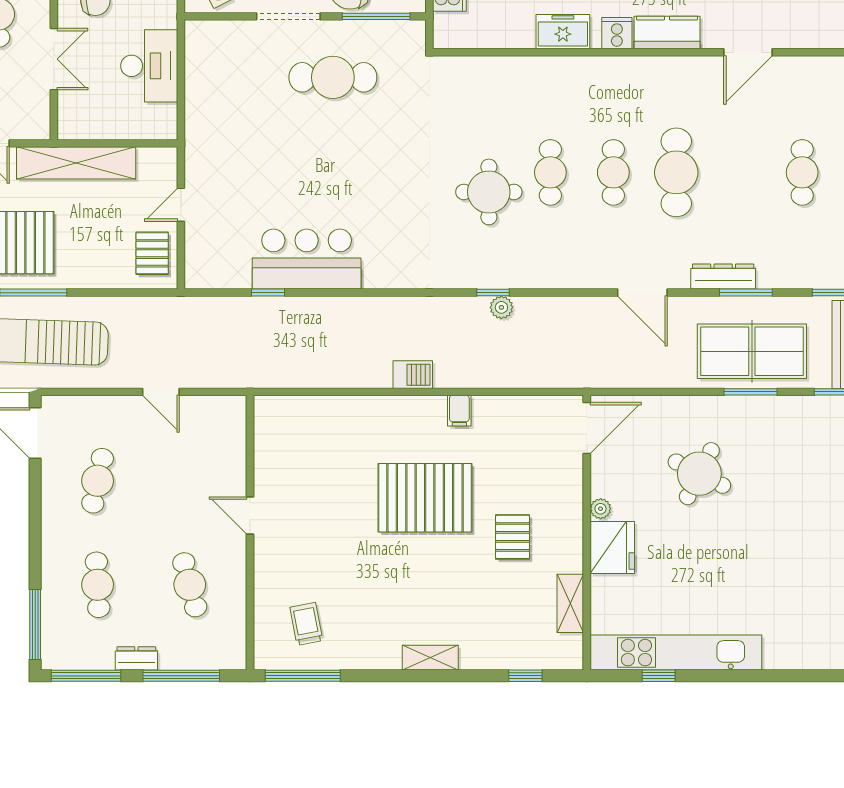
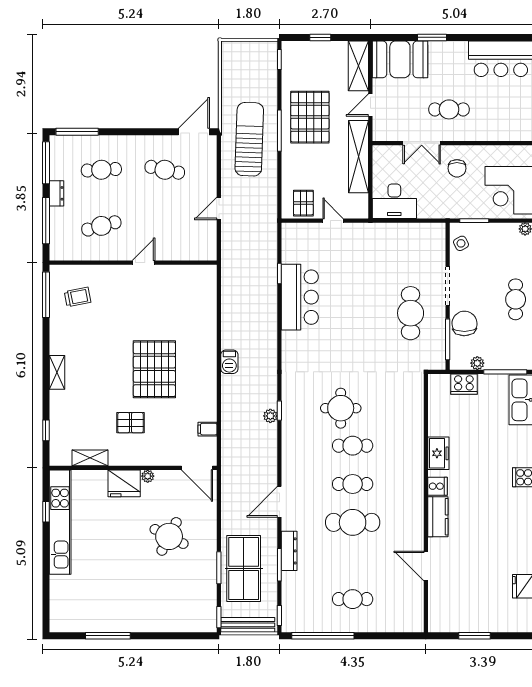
desk: (149, 66) -> (394, 201), moved
pallet: (152, 253) -> (303, 203), turned 90
filing cabinet: (459, 411) -> (207, 429), moved

